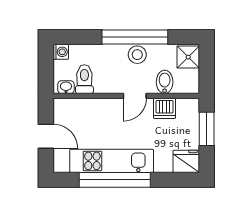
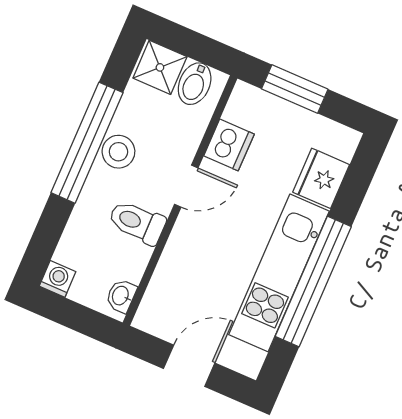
toilet: (84, 79) -> (137, 222), moved
bidet: (165, 82) -> (195, 84), moved, turned -90
door: (135, 96) -> (186, 186), hinge flipped
fridge: (186, 161) -> (321, 178), moved

